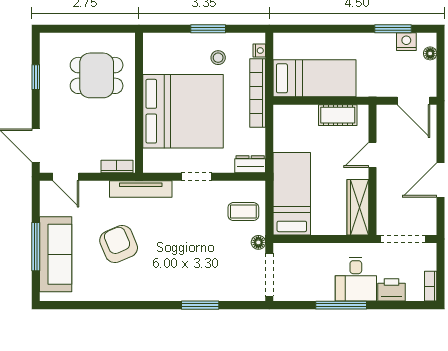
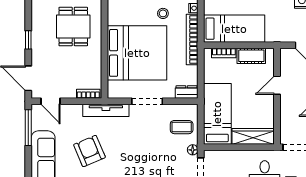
dining table: (97, 75) -> (73, 27), turned 90
window: (36, 77) -> (28, 40), moved
bookcase: (301, 111) -> (224, 53), added
doorway: (197, 177) -> (147, 101), width x1.38
wardrobe: (358, 207) -> (253, 136), moved, turned 90
window: (36, 247) -> (28, 128), moved

